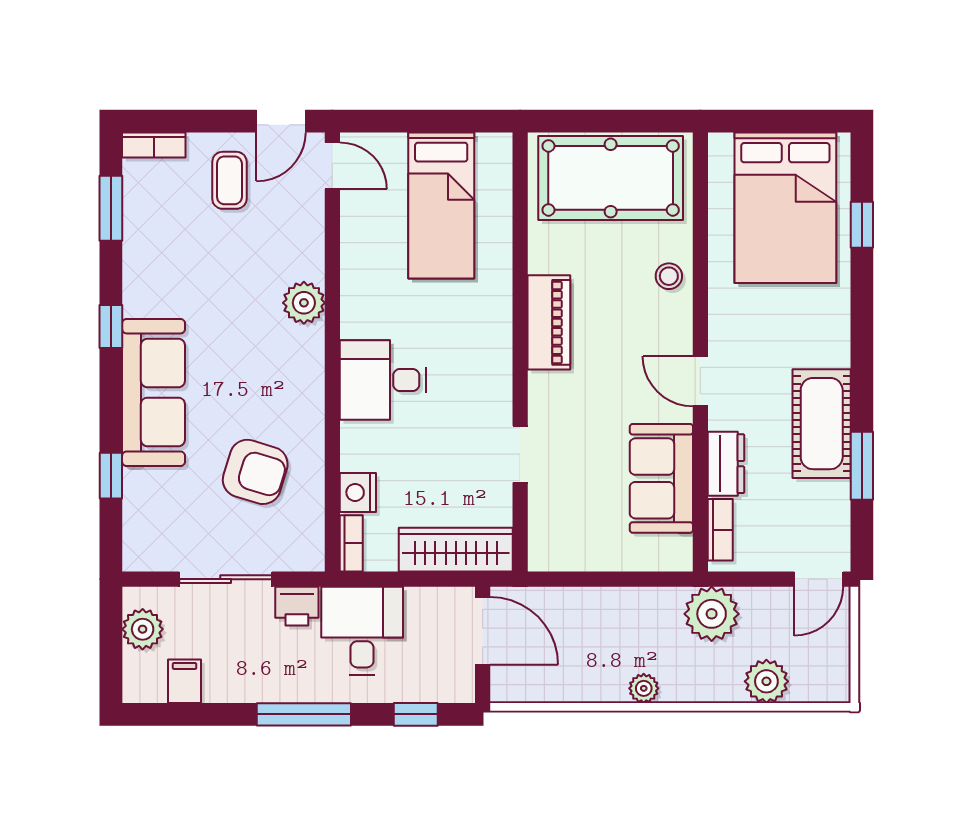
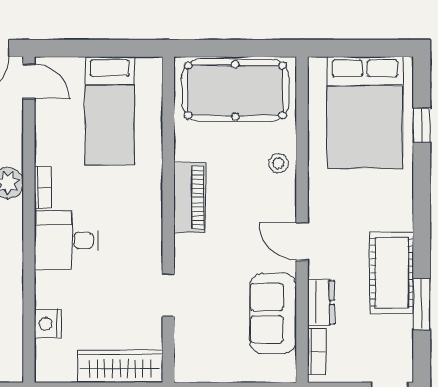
bookcase: (351, 543) -> (43, 187), moved

